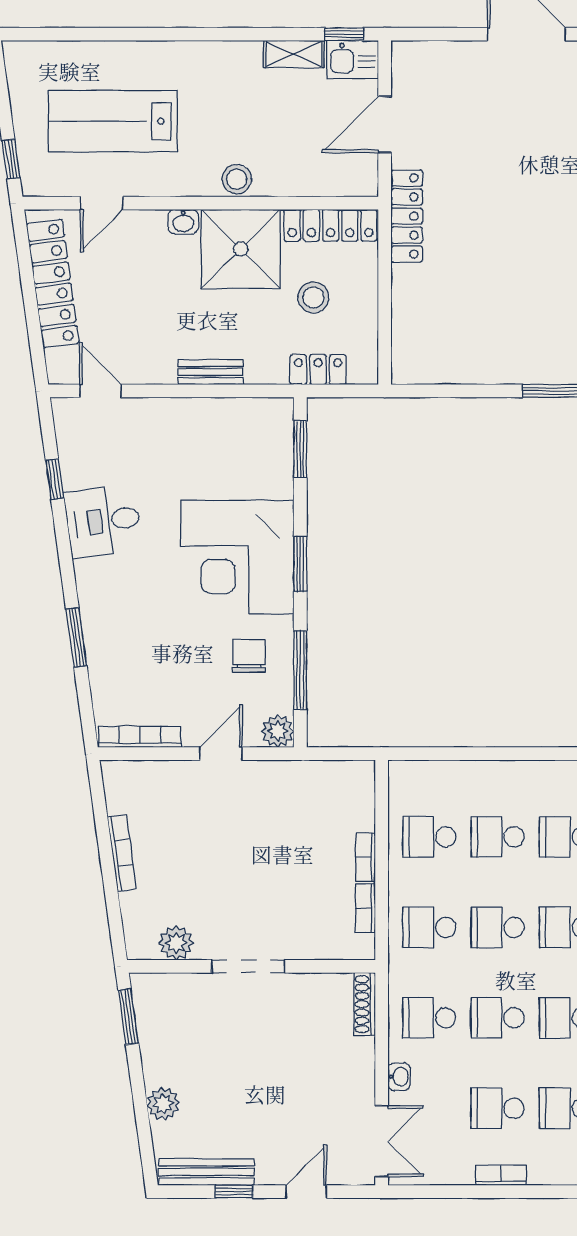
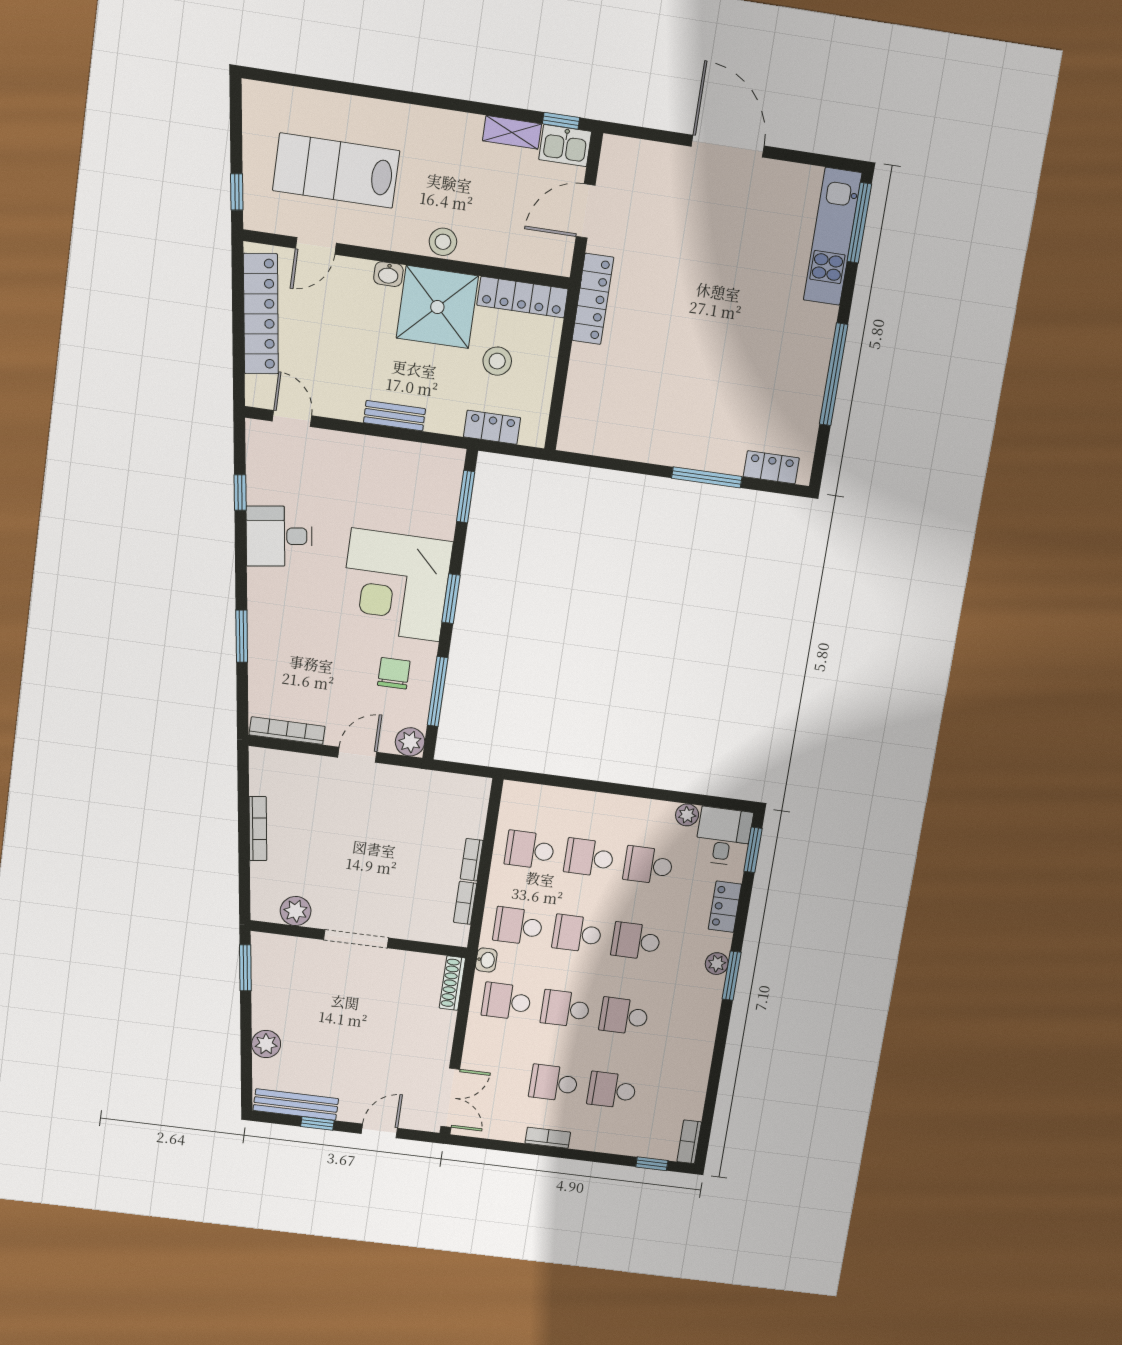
washbasin: (399, 1077) -> (486, 960), moved

